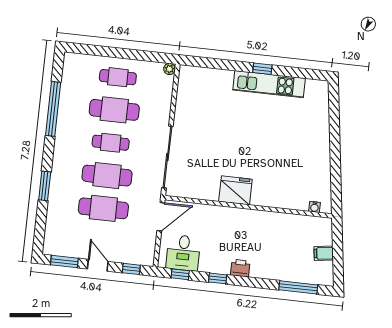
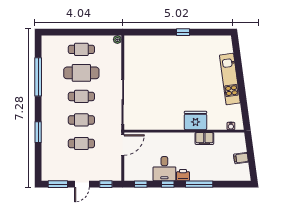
kitchen unit: (269, 84) -> (230, 79), moved, turned 82
cafe table: (107, 176) -> (81, 120), width x0.73, depth x0.74
fridge: (235, 190) -> (195, 120), moved
cafe table: (103, 208) -> (81, 143), width x0.73, depth x0.74
filing cabinet: (276, 220) -> (204, 138), added
desk: (183, 253) -> (164, 169), moved
door: (98, 265) -> (82, 184), swing flipped
window: (298, 287) -> (199, 184), moved

